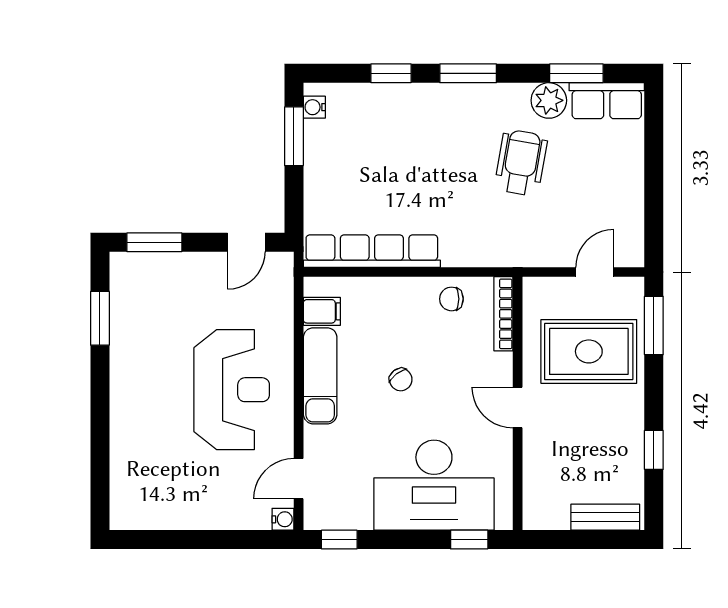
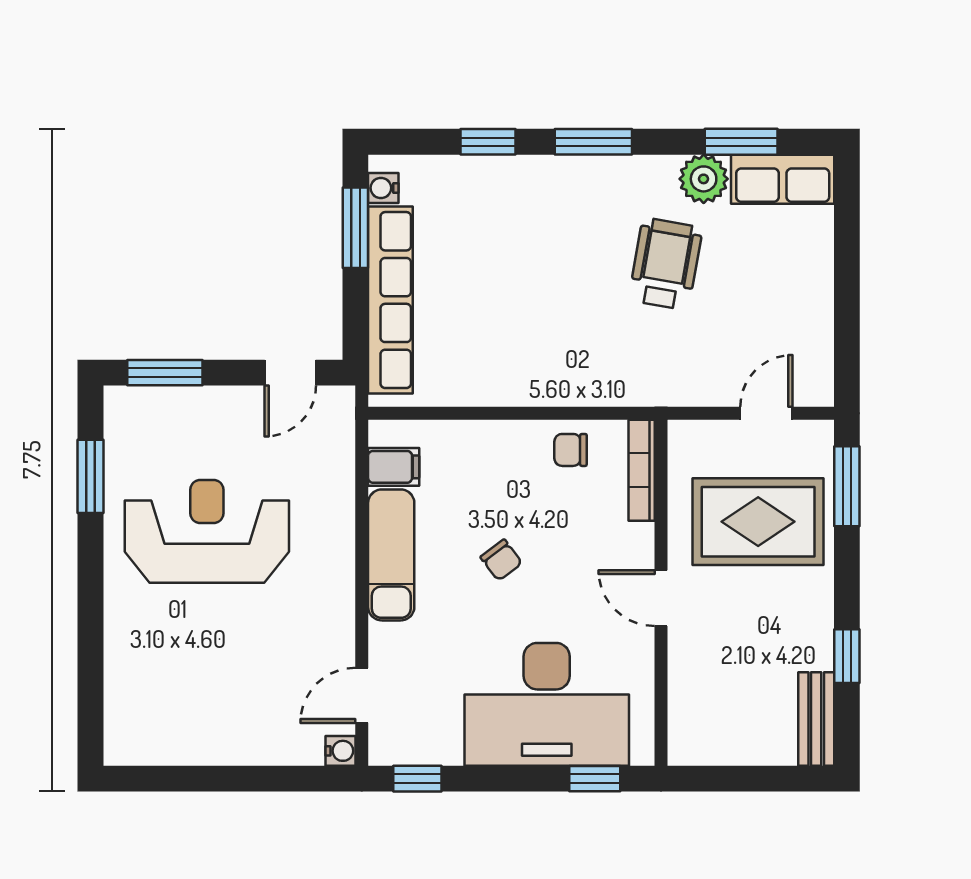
row of seats: (372, 251) -> (390, 300), moved, turned 90
reception desk: (232, 390) -> (207, 531), moved, turned -90
bench: (605, 517) -> (816, 719), moved, turned 90

